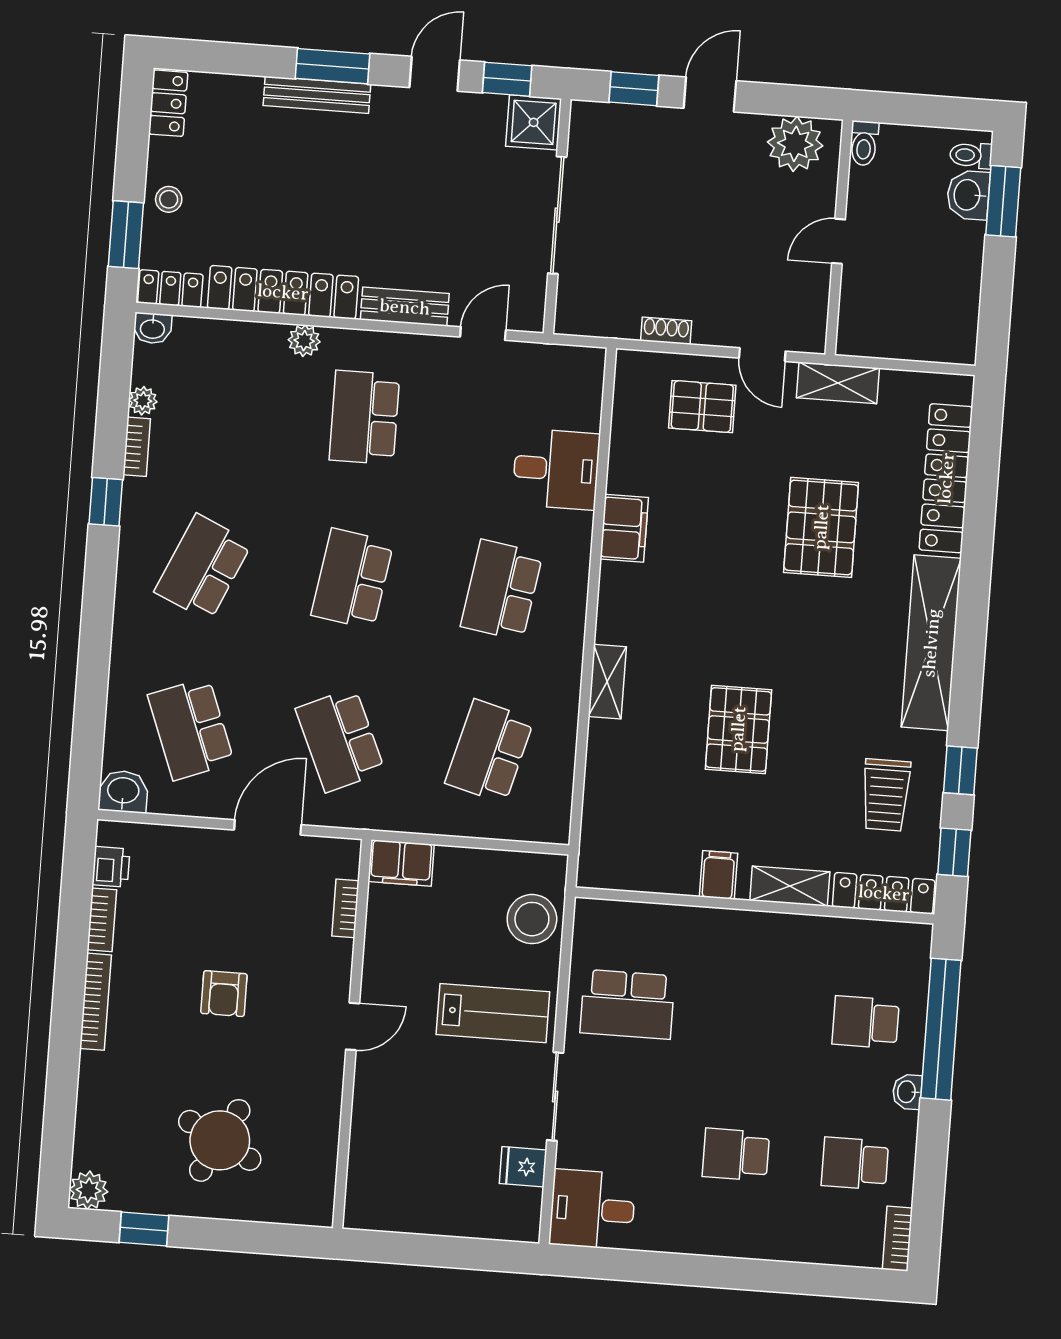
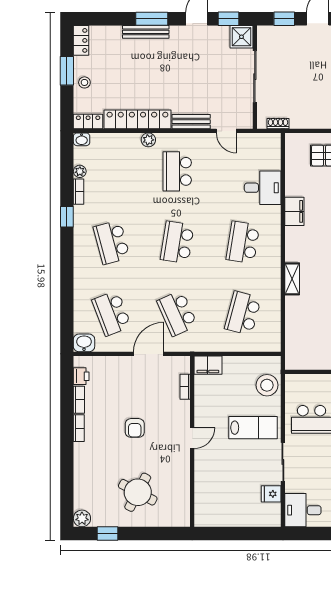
window: (126, 235) -> (67, 71), moved
shoe rack: (666, 331) -> (278, 124), moved
door: (483, 334) -> (226, 131), swing flipped
school desk: (203, 567) -> (112, 242), turned -39
bookcase: (96, 1002) -> (79, 428), width x0.64

